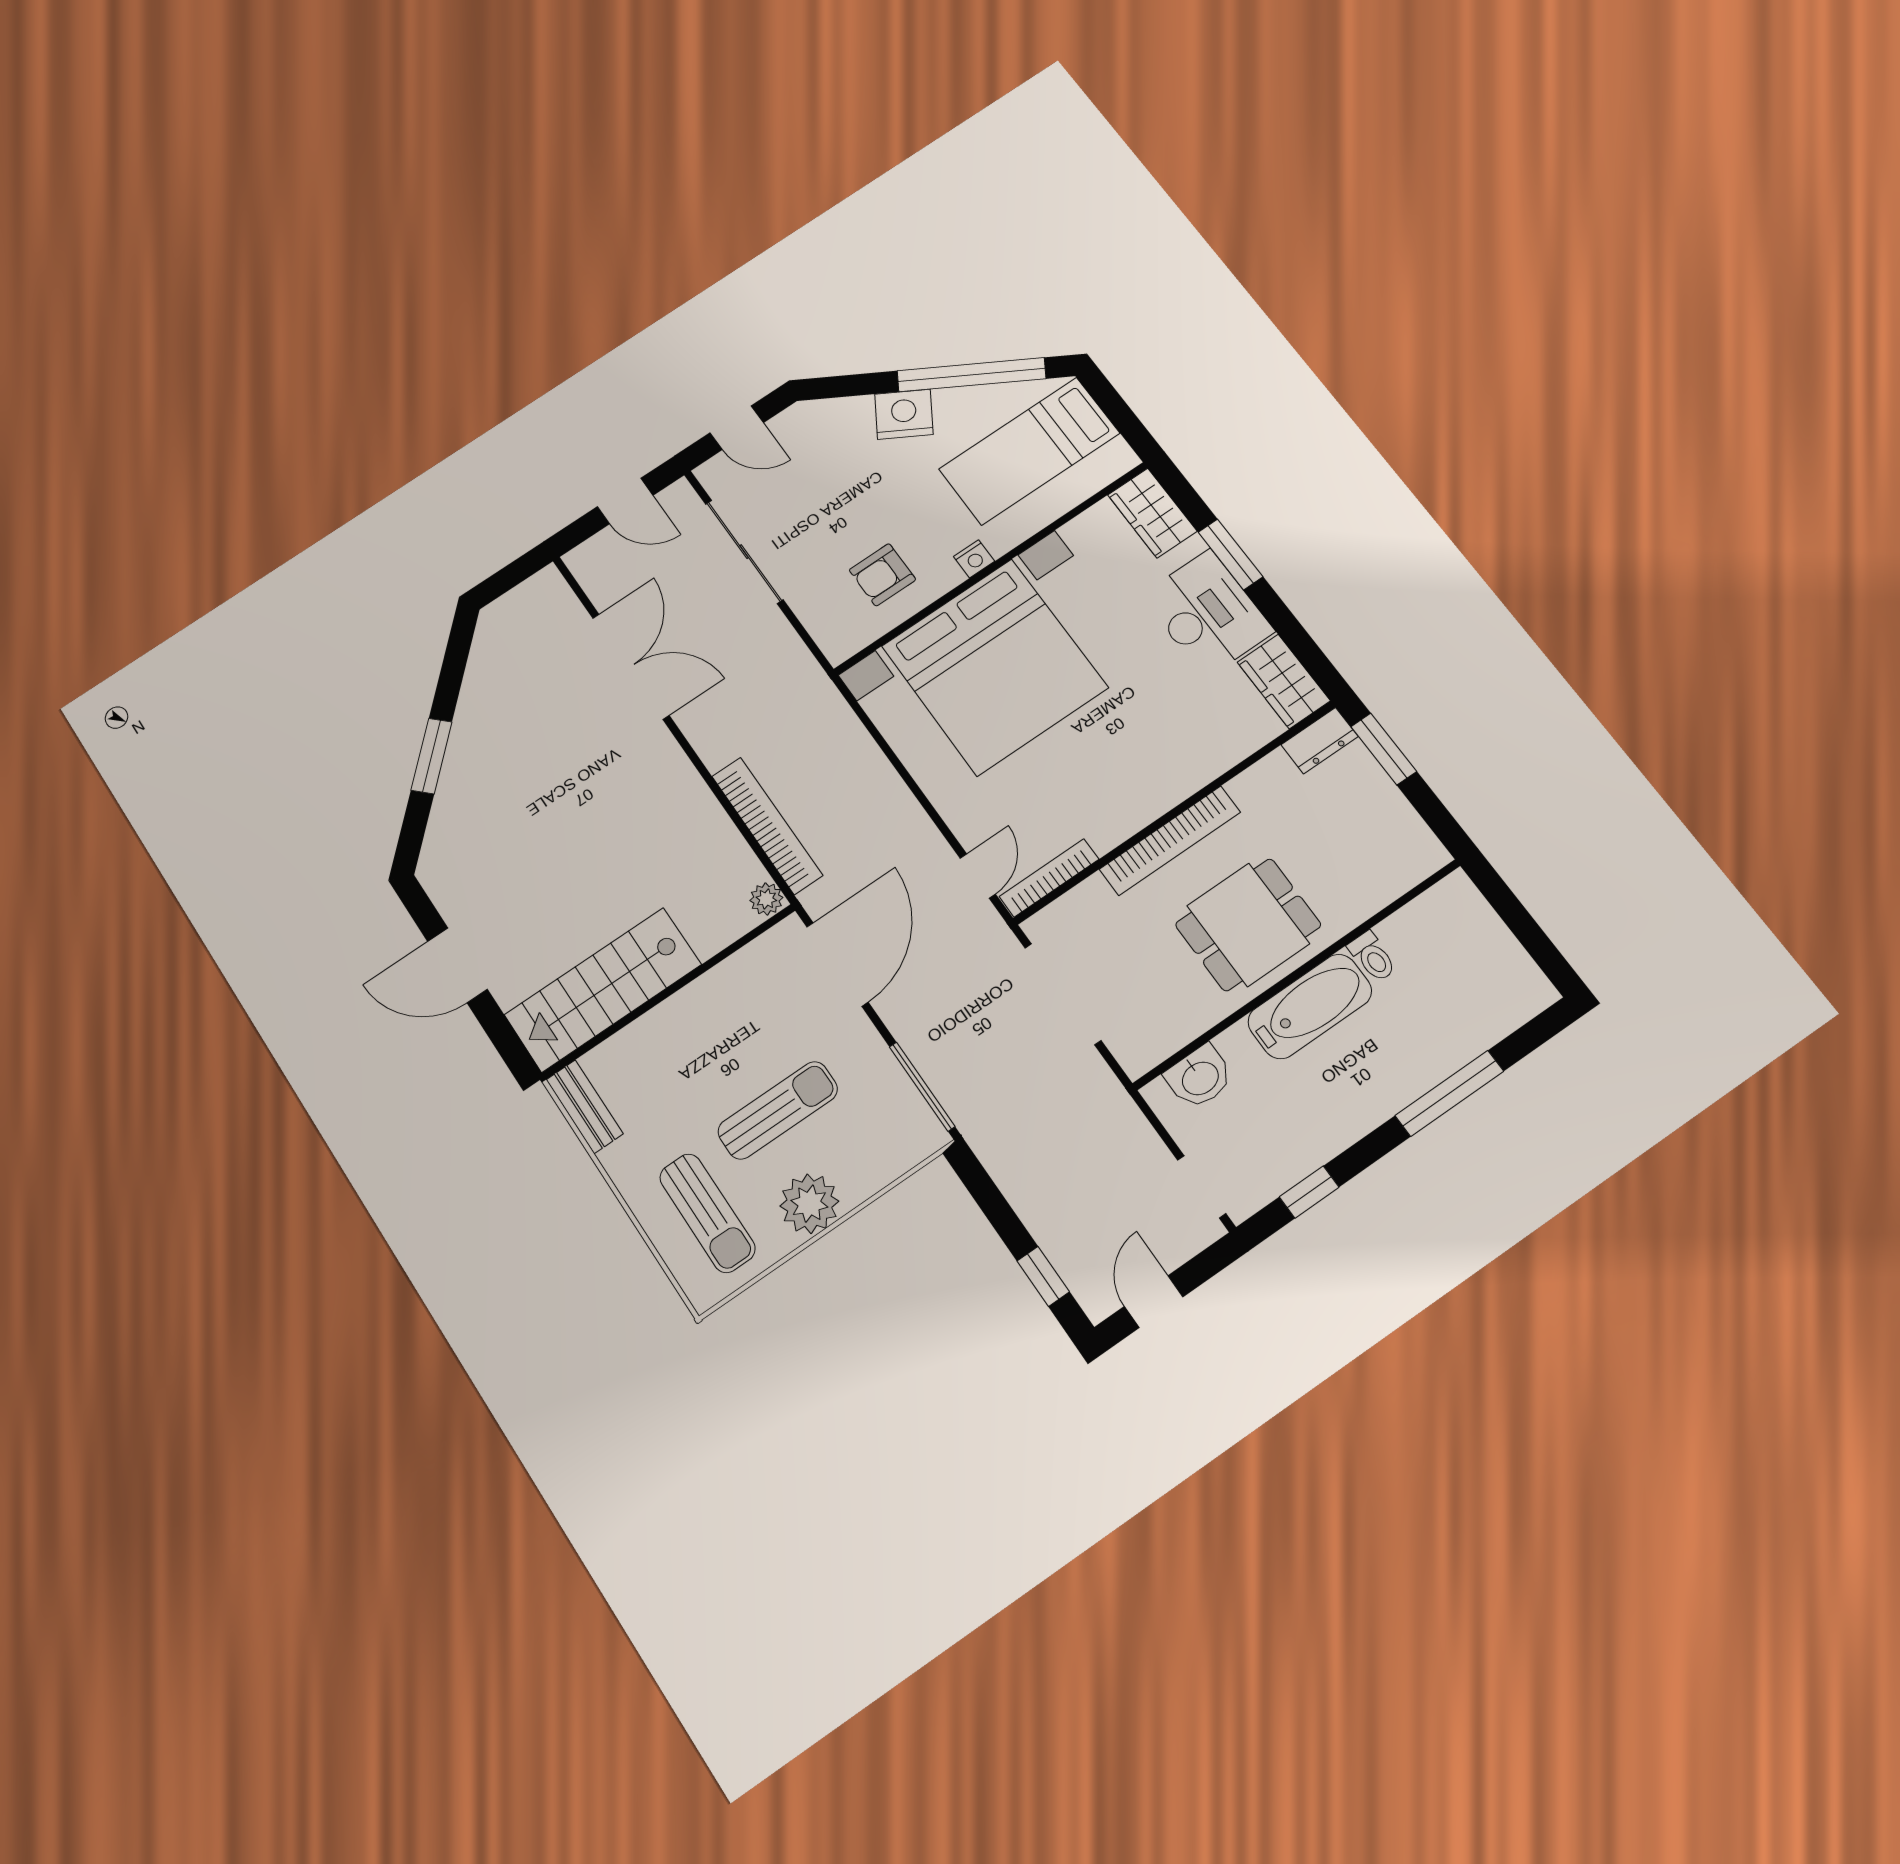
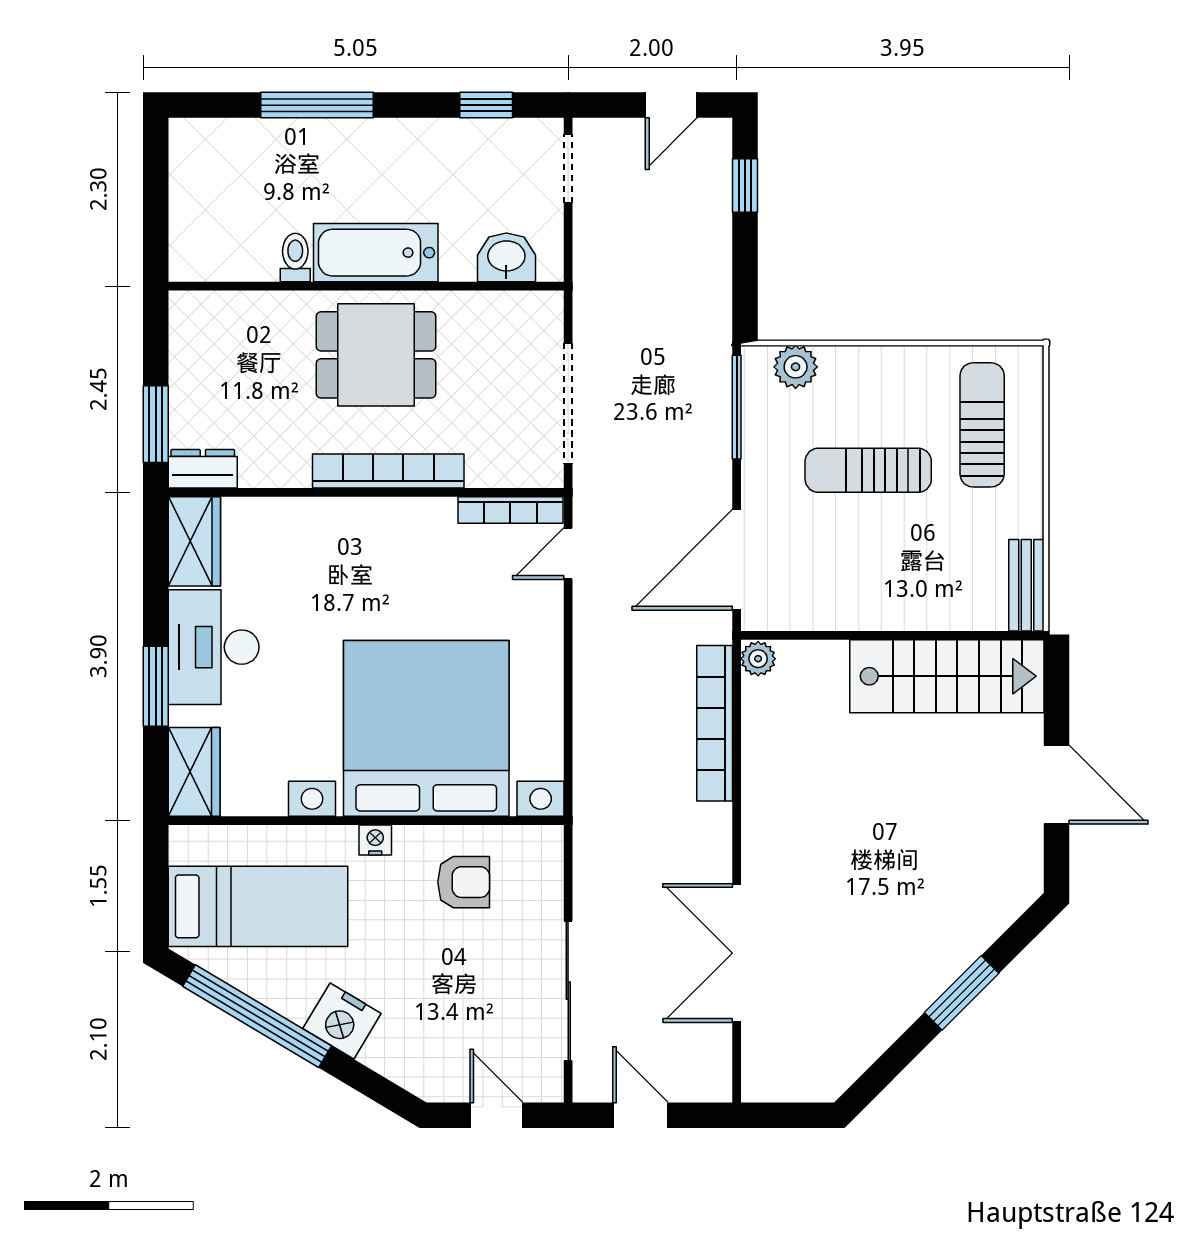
plant: (809, 1204) -> (796, 367), moved, width x0.73, depth x0.73

